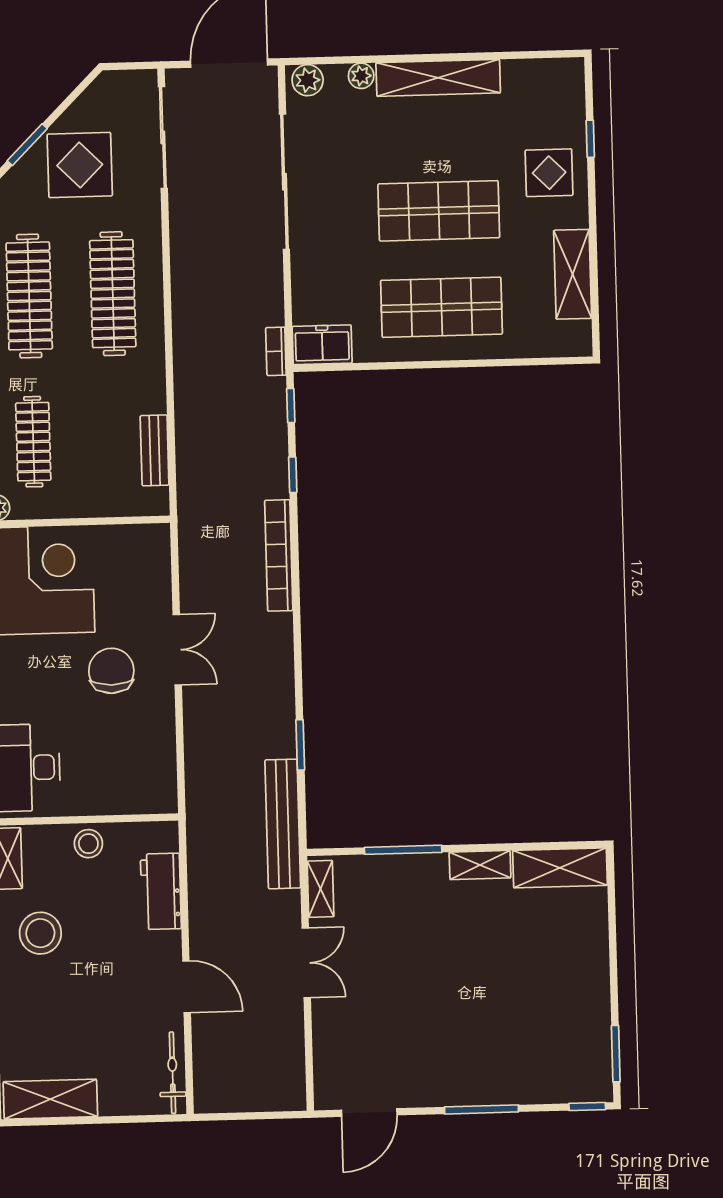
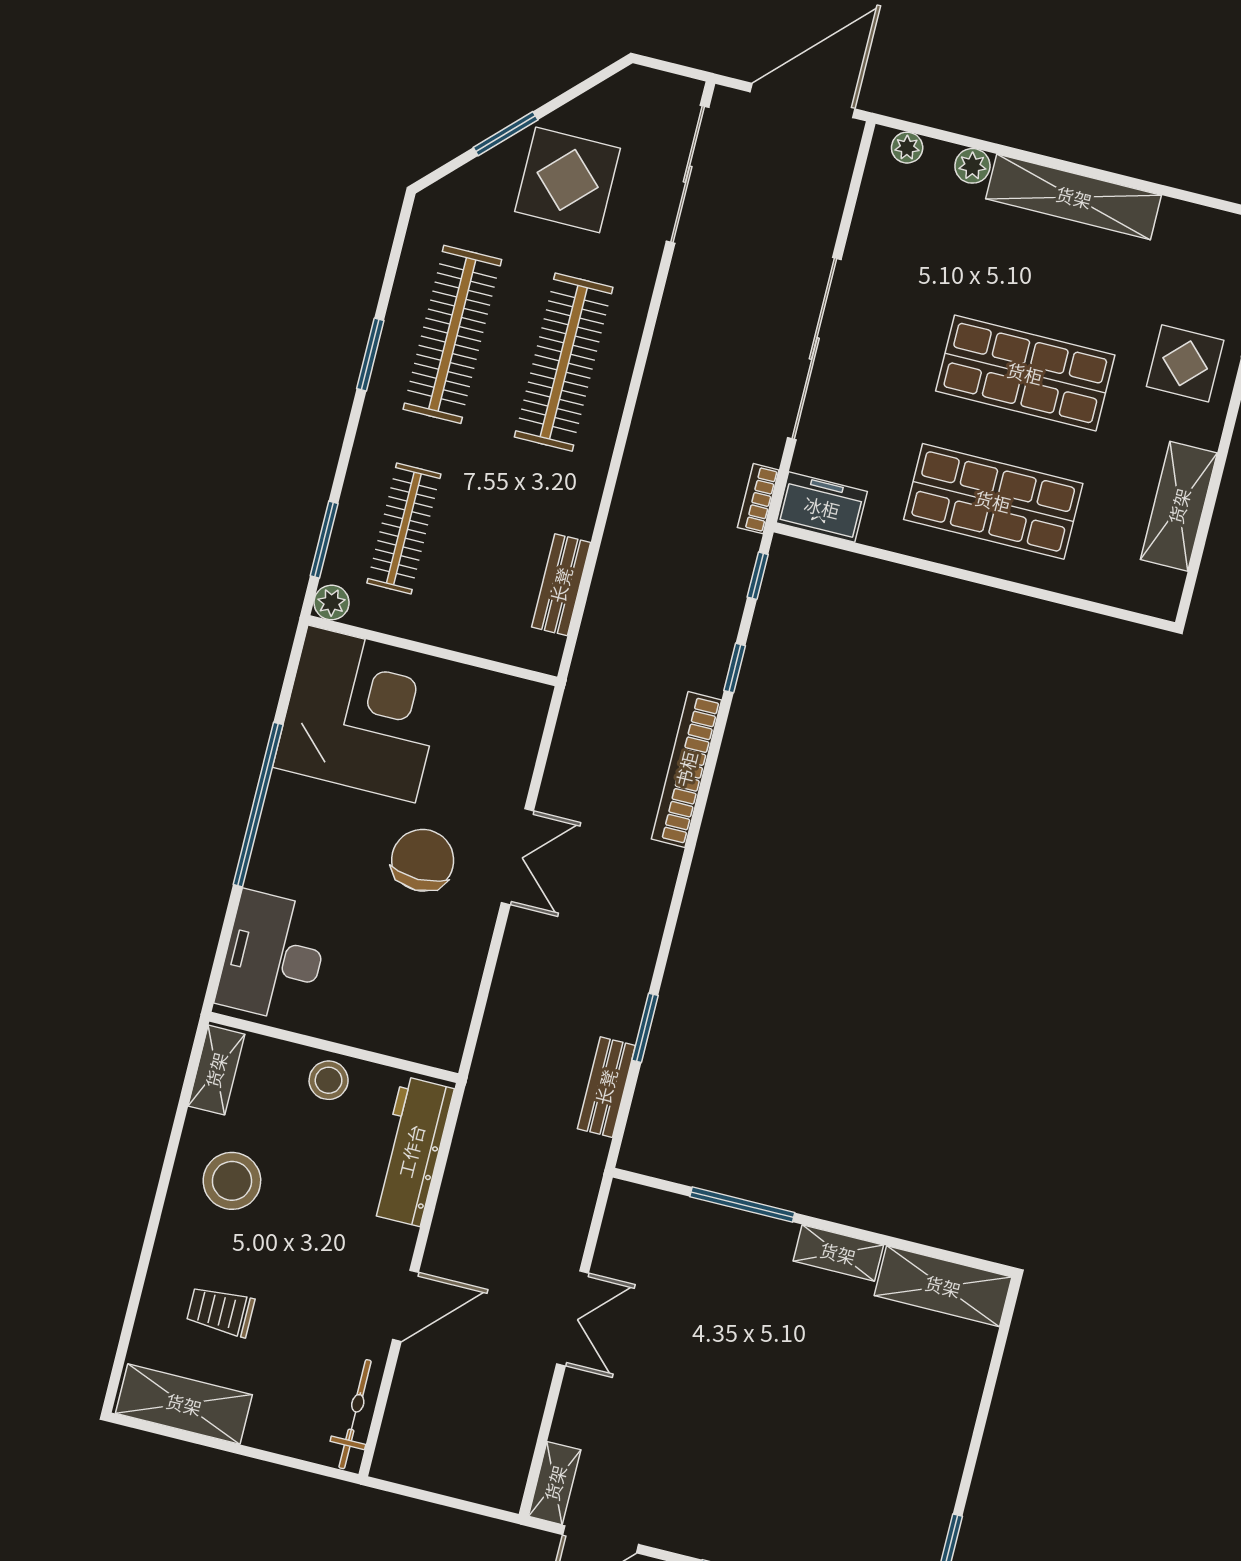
plant: (308, 80) -> (907, 148), width x0.73, depth x0.73
sliding door: (284, 182) -> (814, 349), moved
bench: (283, 824) -> (606, 1087), width x0.54, depth x0.82
shelving: (321, 889) -> (555, 1483), moved
workbench: (161, 891) -> (411, 1151), width x1.38
door: (187, 987) -> (405, 1306), hinge flipped
trolley: (58, 1027) -> (221, 1311), added

